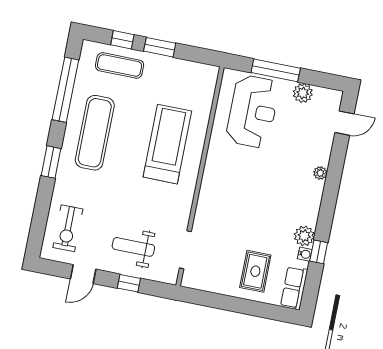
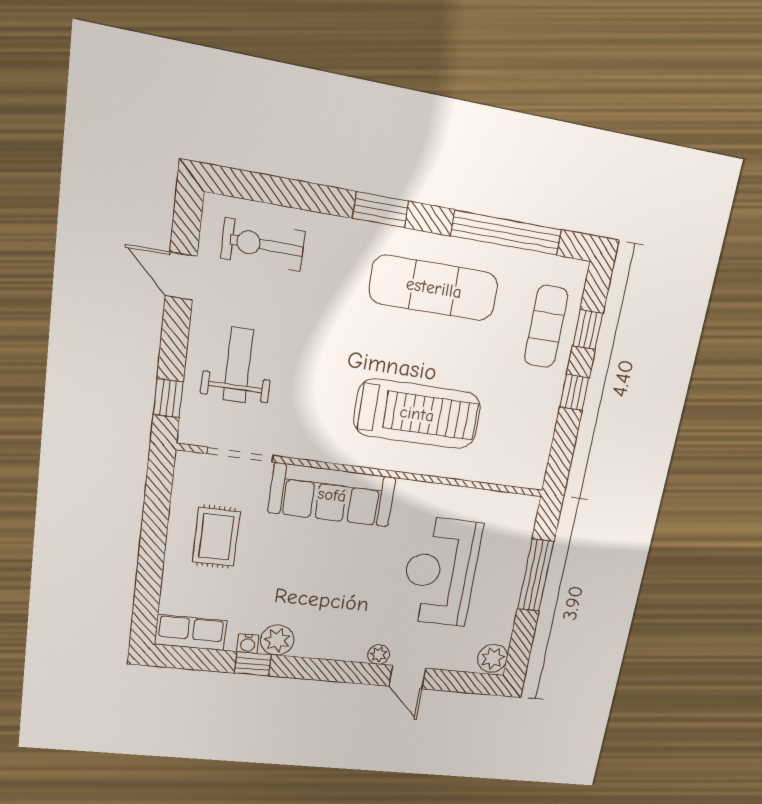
window: (160, 47) -> (574, 392), width x0.67
plant: (303, 93) -> (493, 658), moved
reception desk: (253, 111) -> (441, 572), moved, turned 90
door: (344, 123) -> (407, 677), moved
sofa: (214, 197) -> (332, 495), added
rug: (255, 271) -> (216, 537), moved, turned 90
window: (129, 283) -> (168, 398), moved

